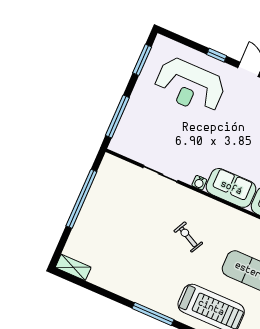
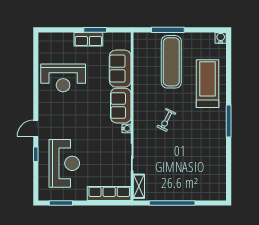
window: (117, 117) -> (106, 203), removed
row of seats: (128, 125) -> (109, 193), added
shelving: (73, 267) -> (139, 186), moved

